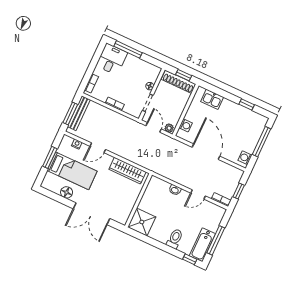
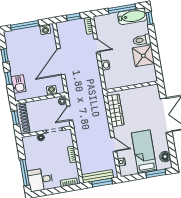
window: (224, 94) -> (9, 78), added
window: (50, 157) -> (156, 173), moved
floor lamp: (67, 192) -> (165, 157), moved
shower: (142, 222) -> (143, 56), moved

